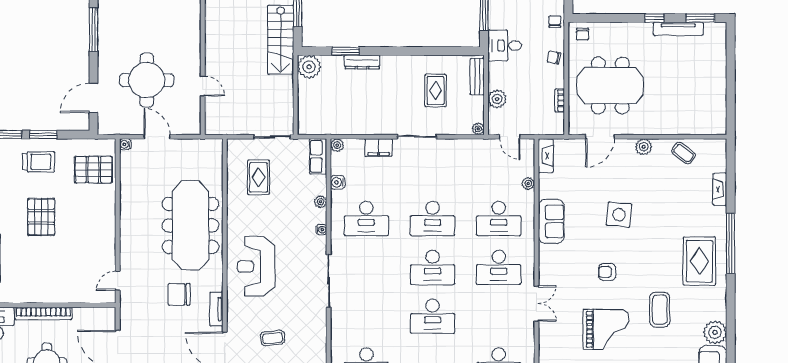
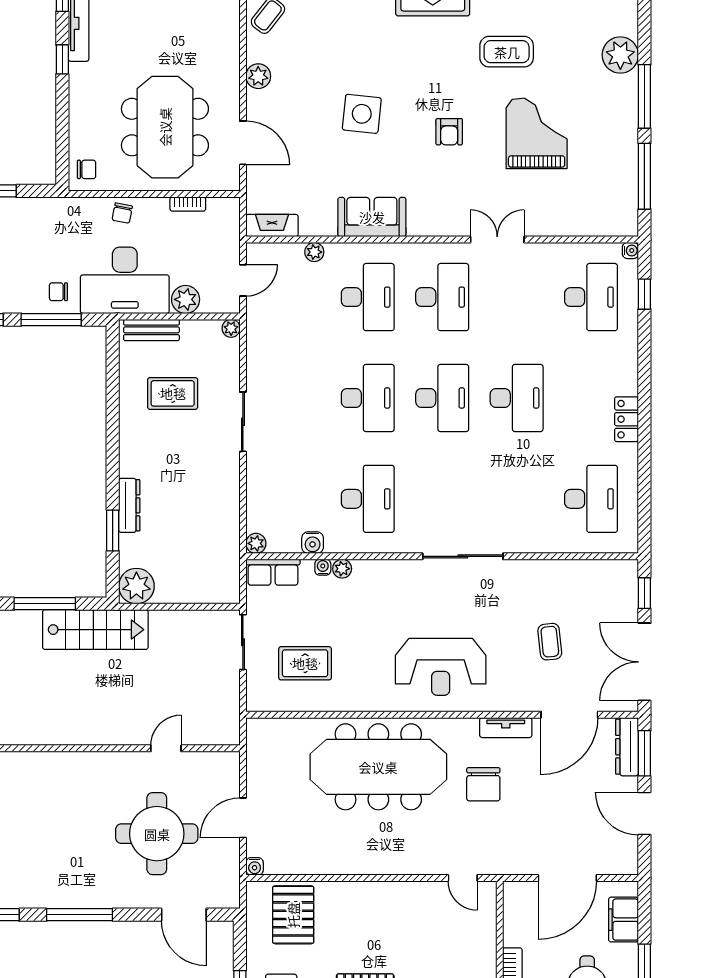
chair: (555, 22) -> (58, 292), moved
desk: (505, 46) -> (125, 280), width x1.87, depth x1.30
filing cabinet: (379, 148) -> (260, 480), removed
water cooler: (321, 230) -> (323, 567), moved

